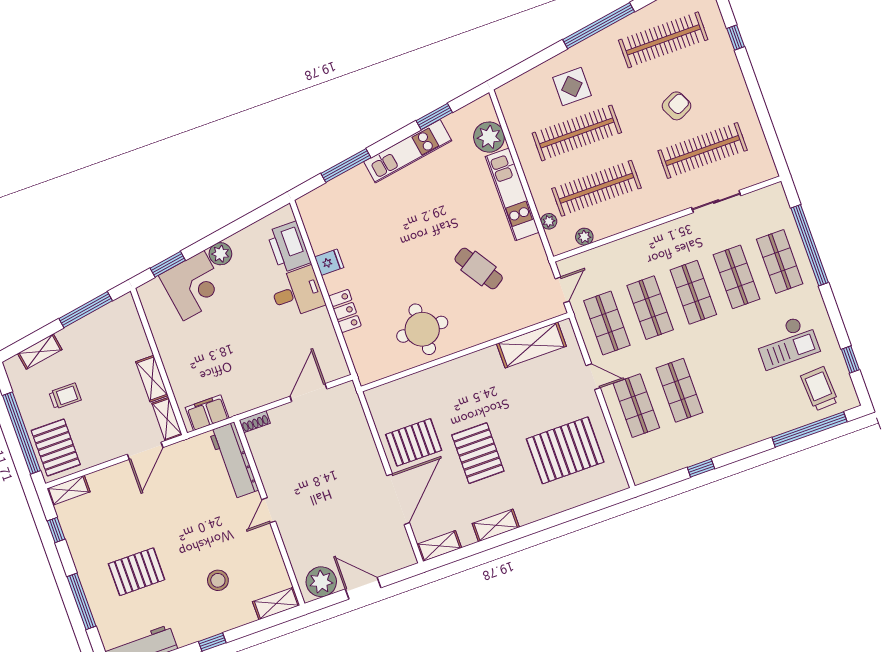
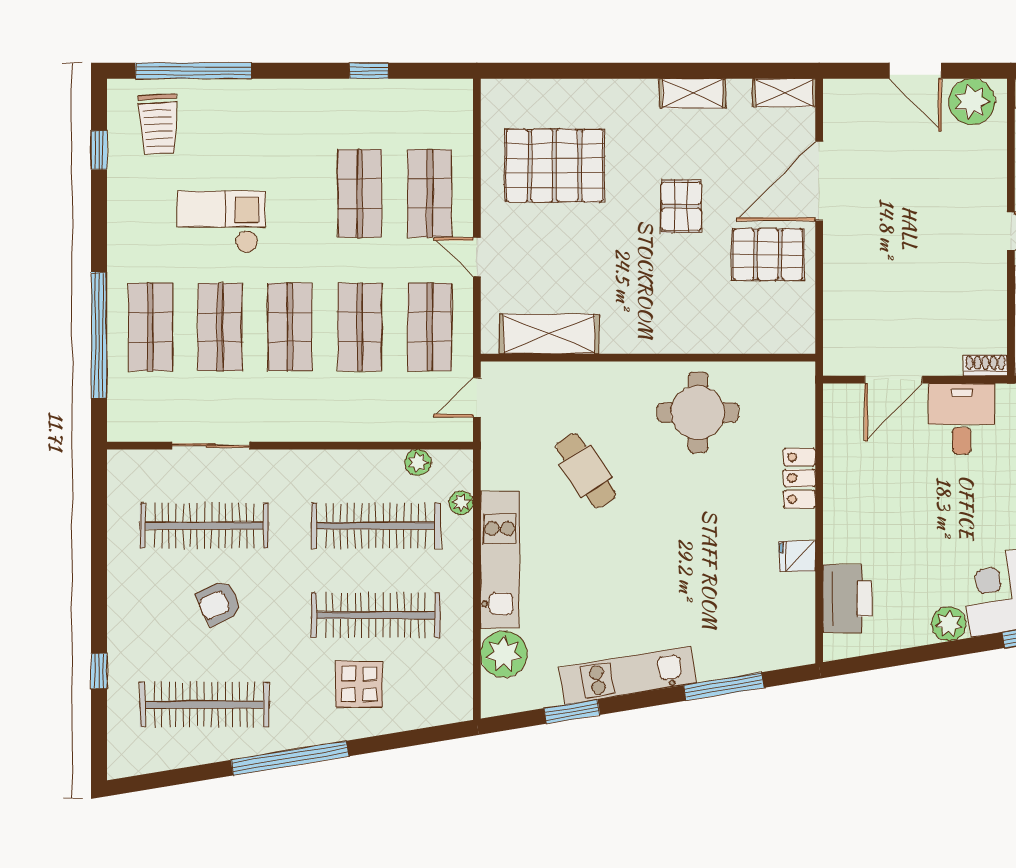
desk: (297, 292) -> (962, 419), moved, turned 90
checkout: (787, 342) -> (221, 222), moved
pallet: (478, 453) -> (681, 206), width x0.67, depth x0.71

